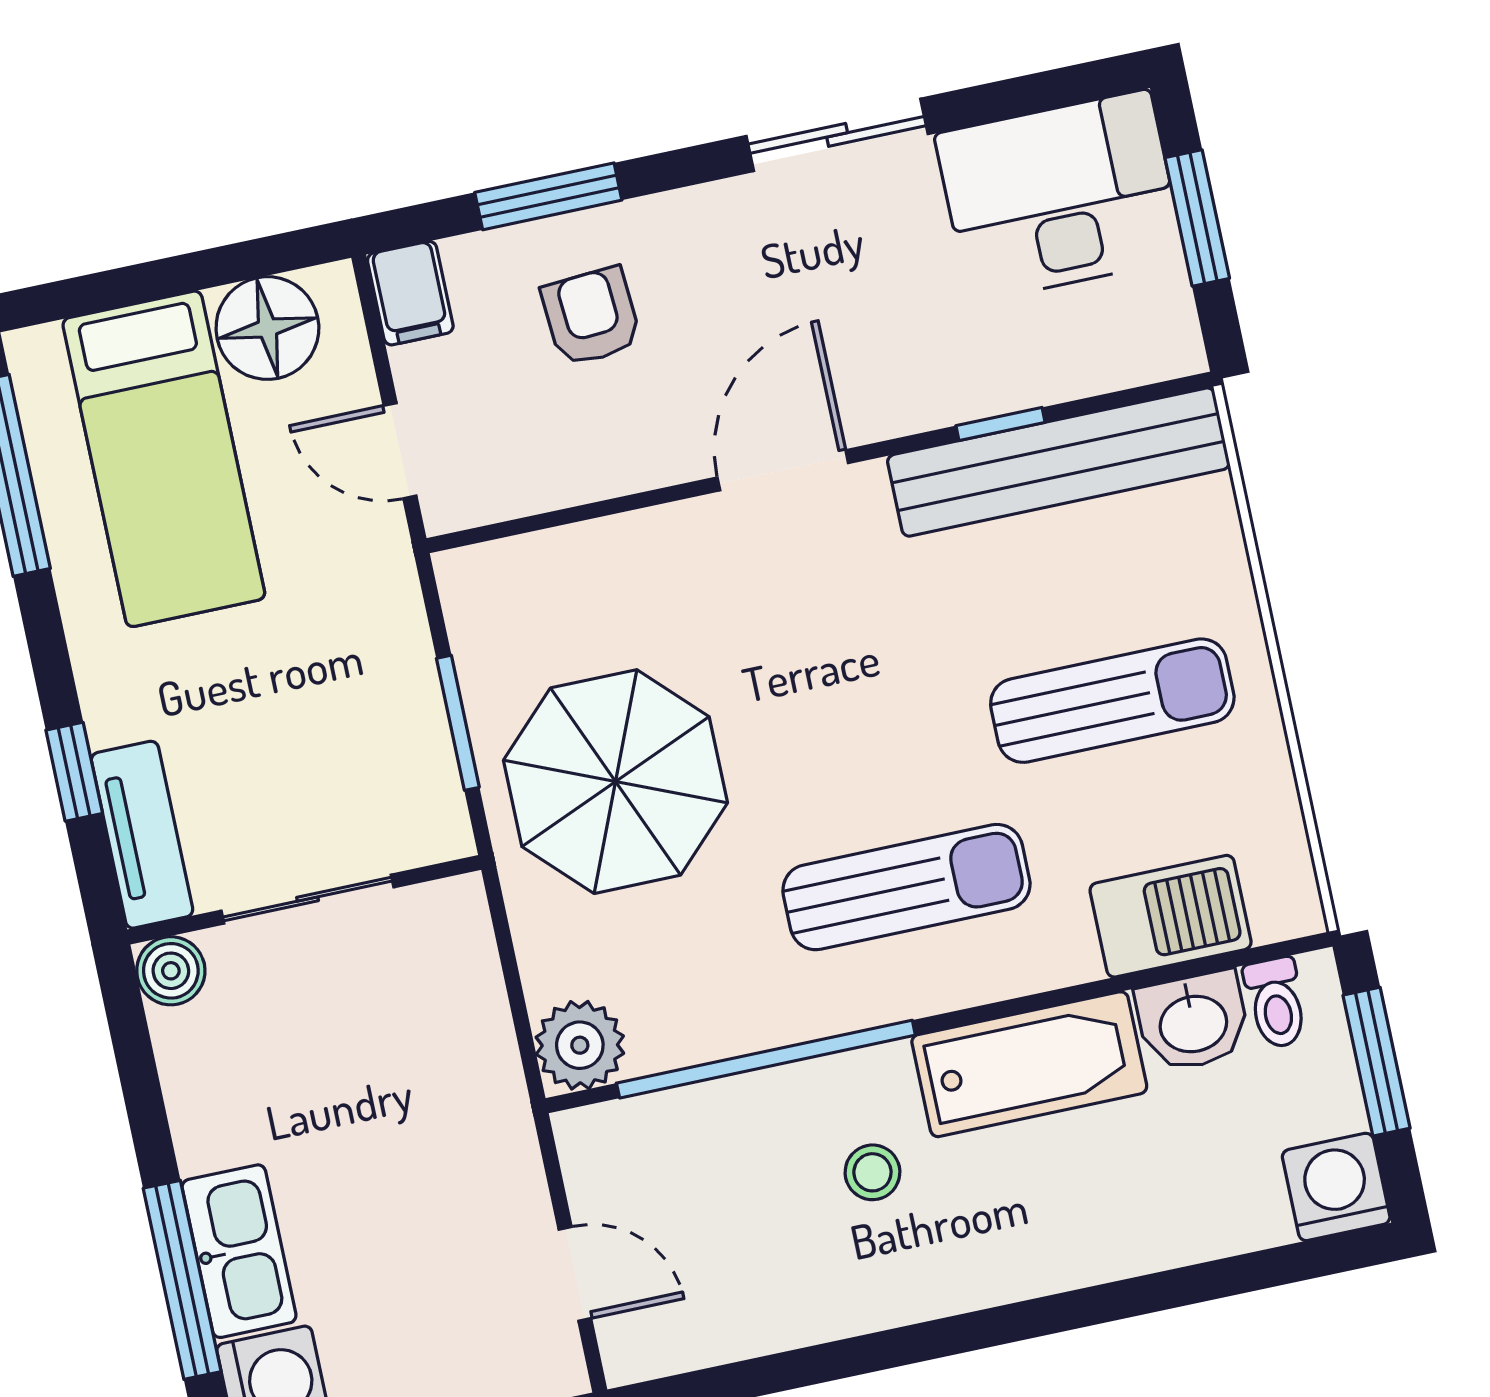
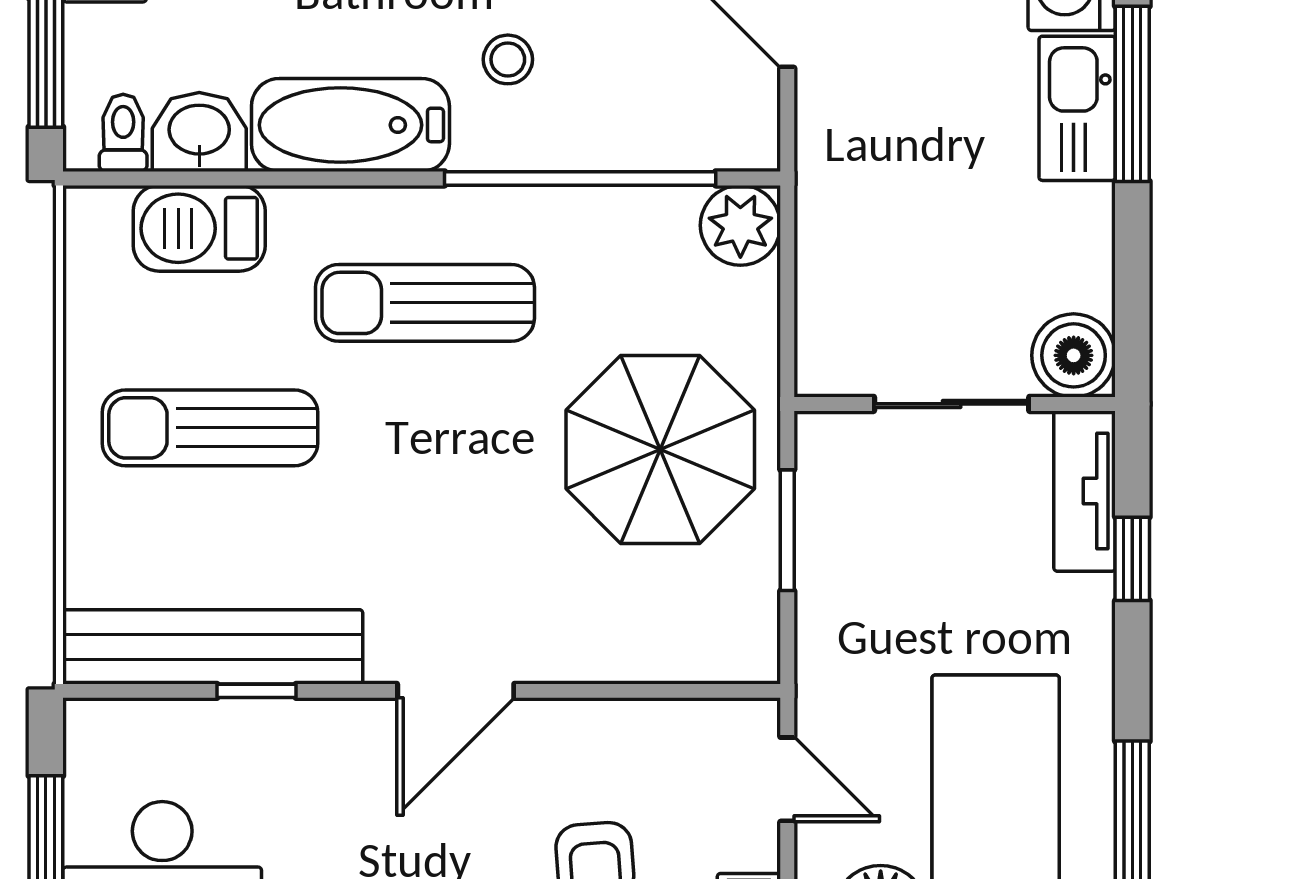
boiler: (171, 971) -> (1074, 355), width x1.36, depth x1.36

